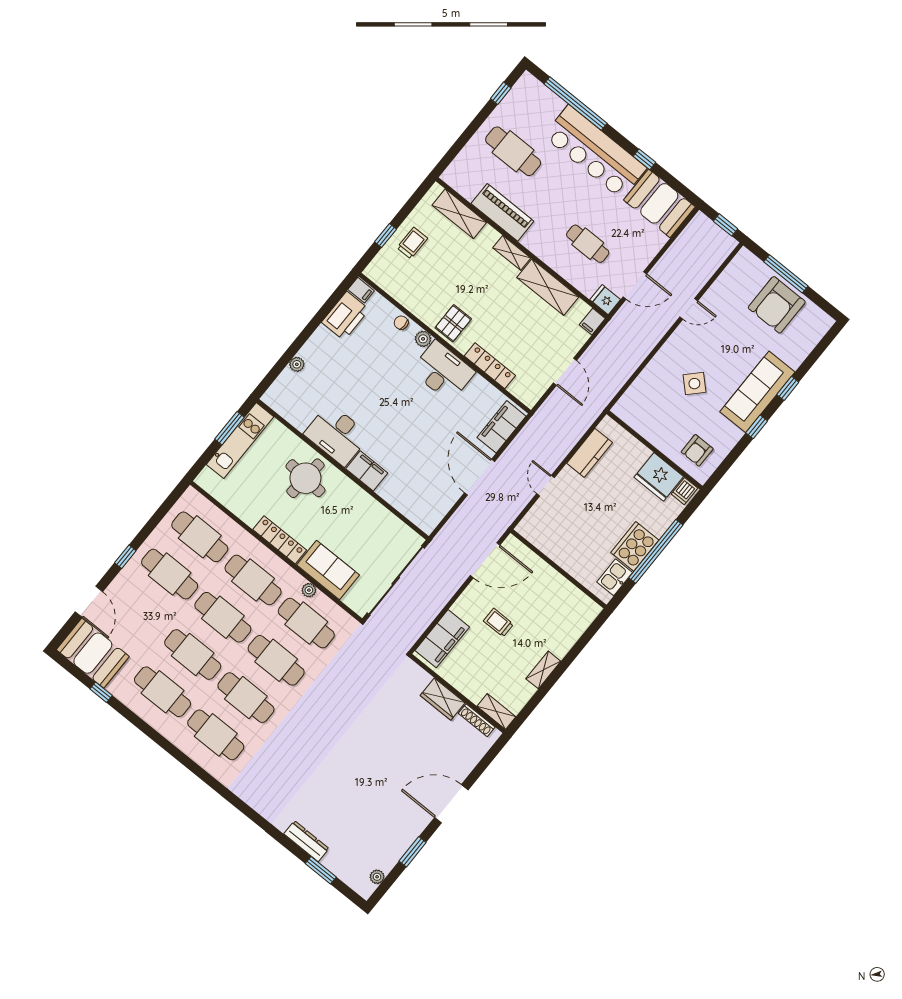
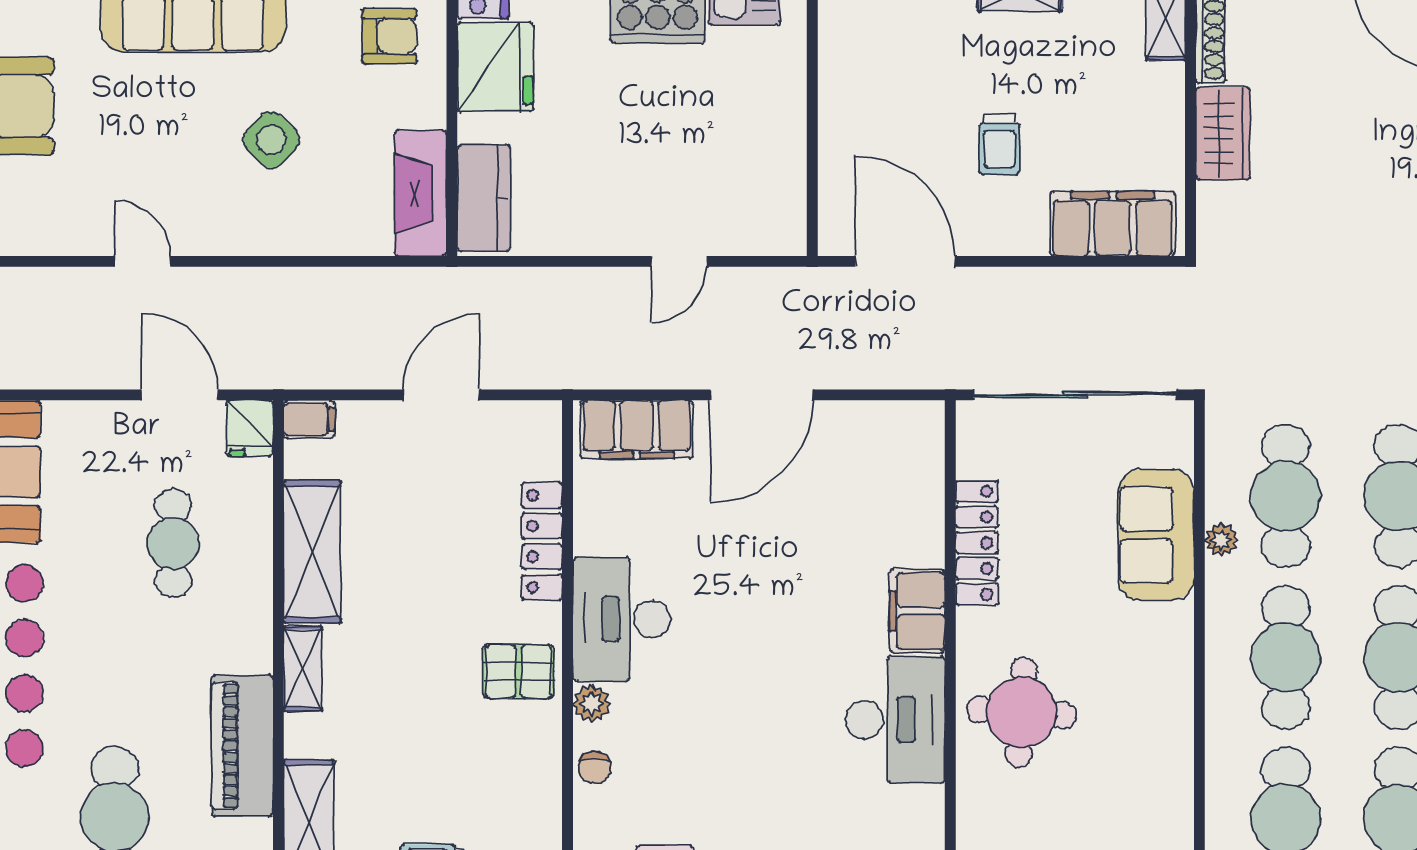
fireplace: (637, 419) -> (421, 193), added
kitchen counter: (590, 453) -> (484, 198), moved, turned 90
locker: (280, 540) -> (977, 543), moved, turned 180

